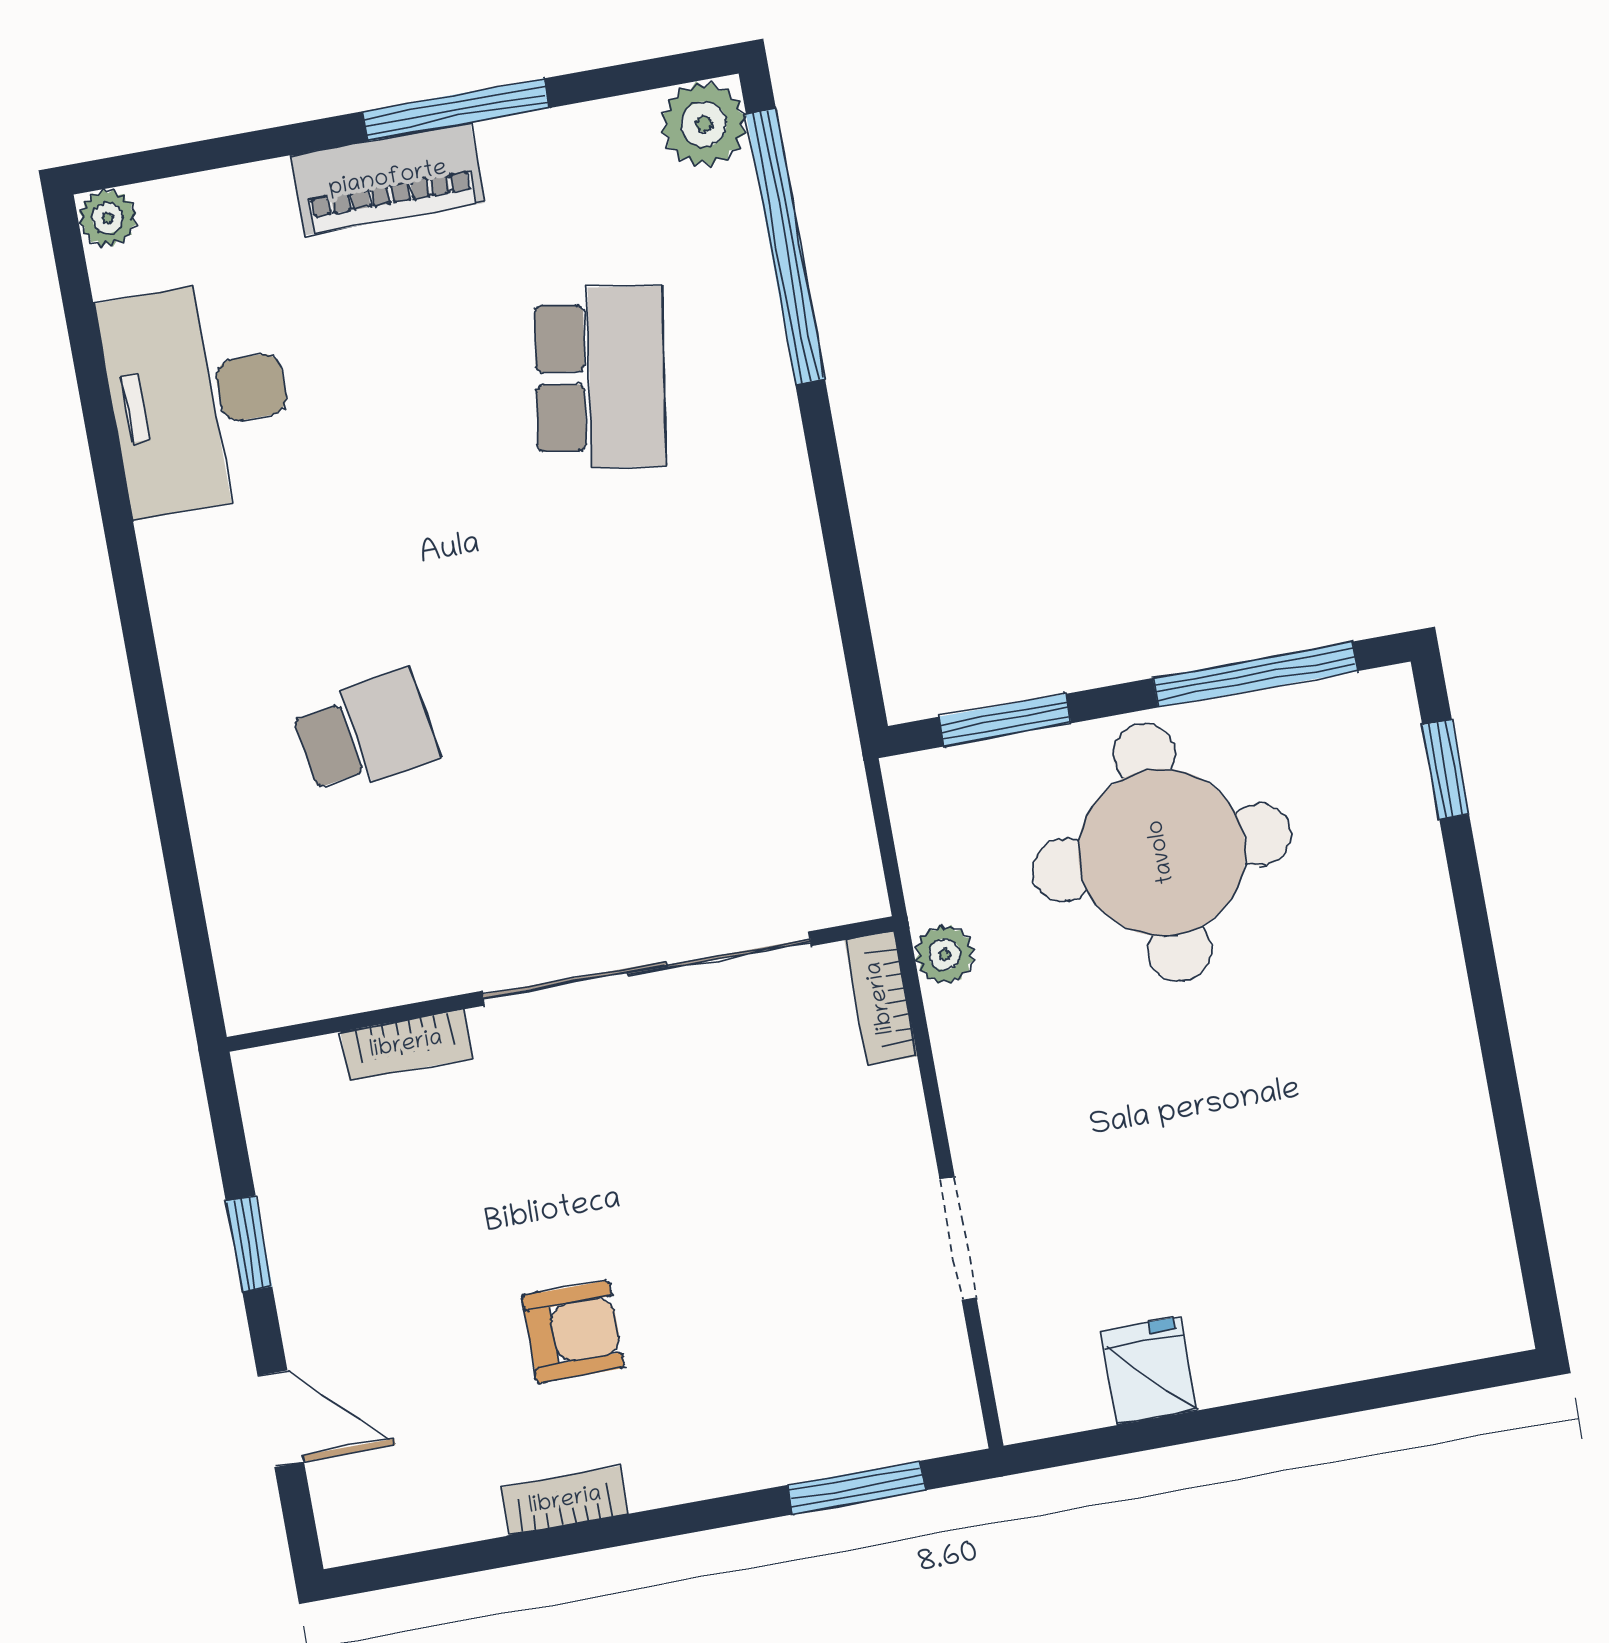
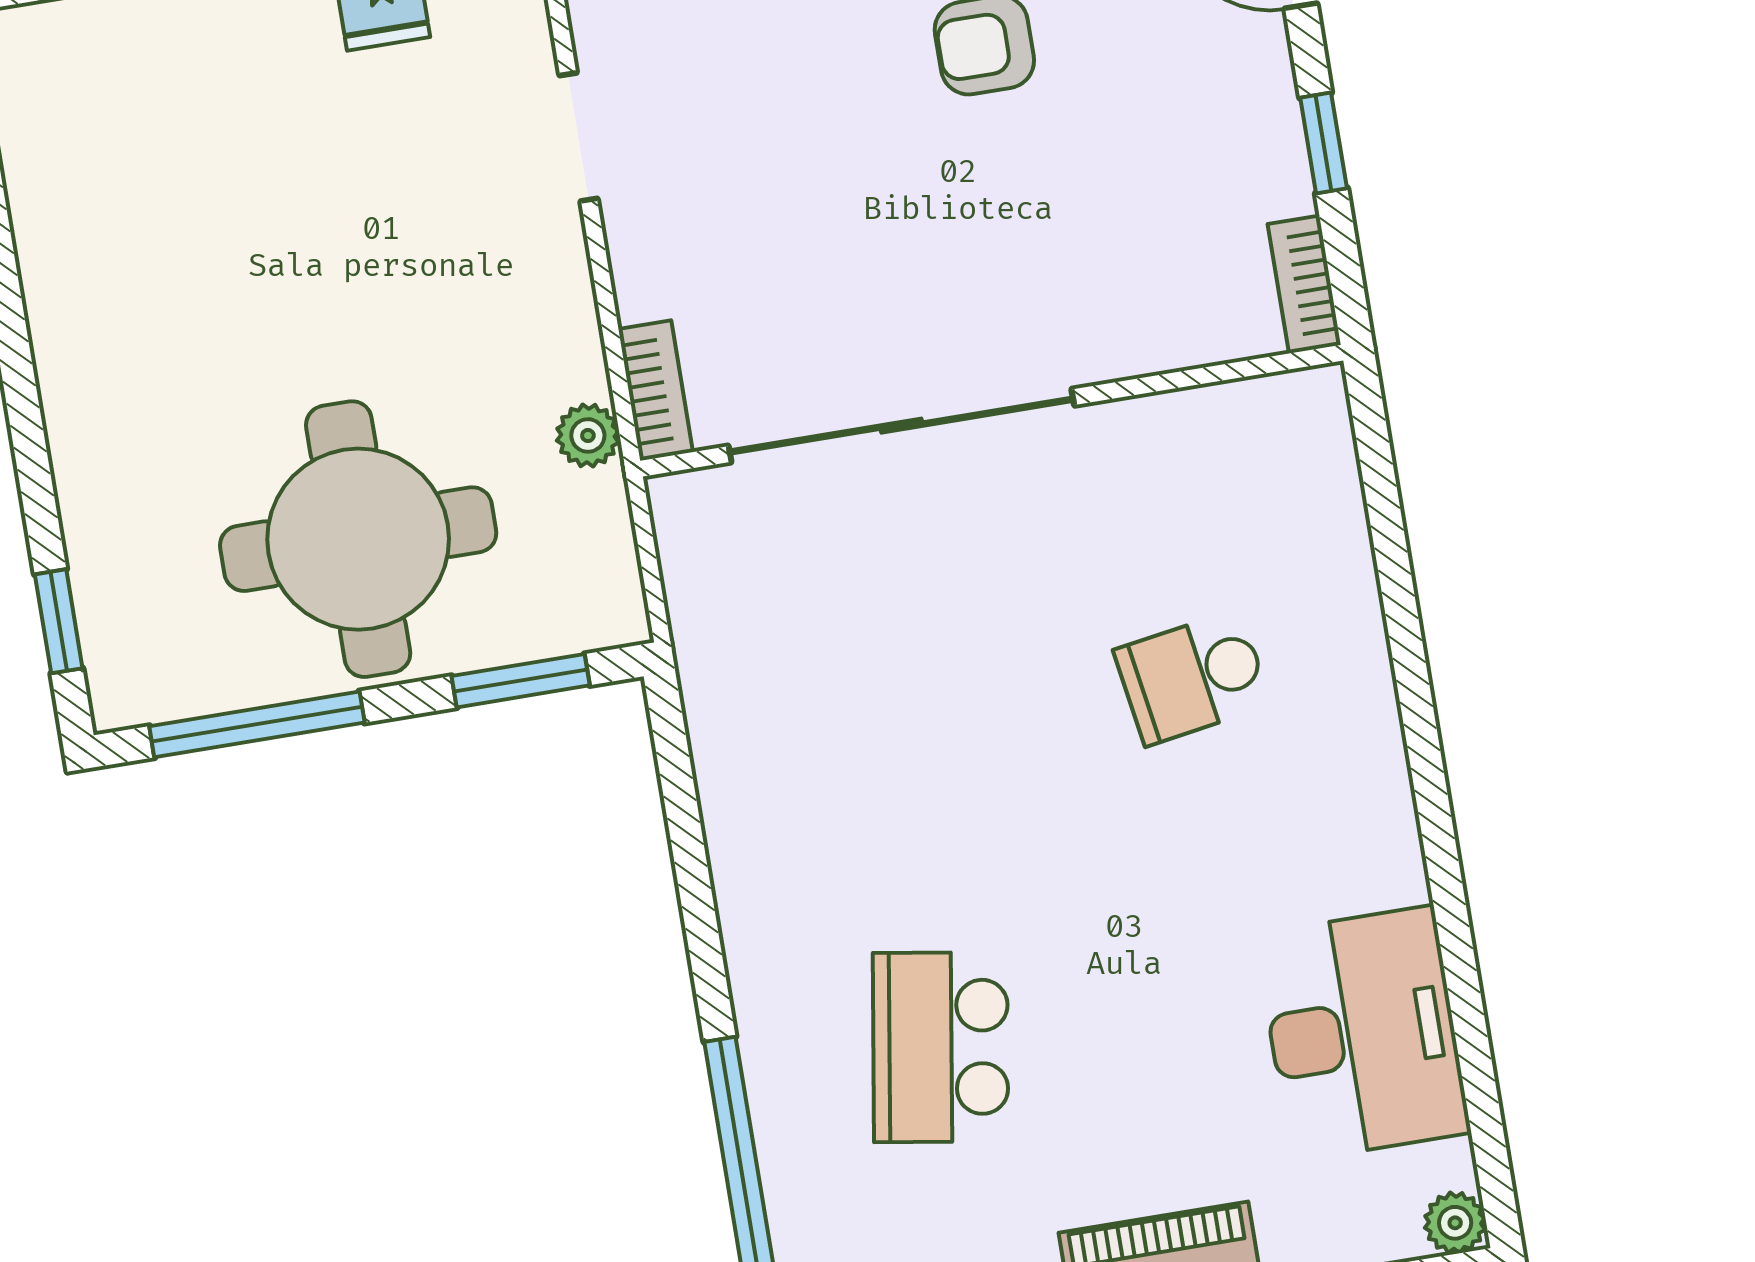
bookcase: (406, 1045) -> (1304, 284), moved, turned -90

